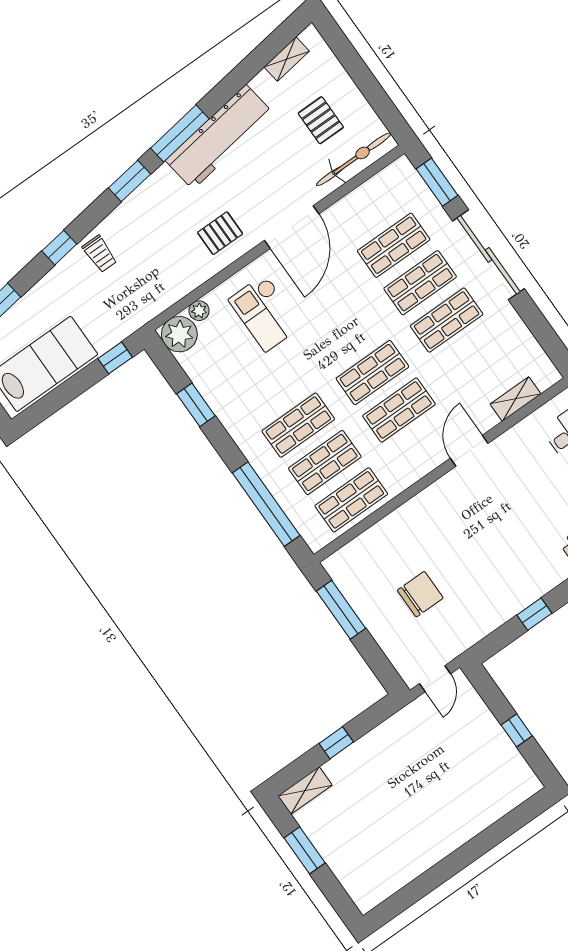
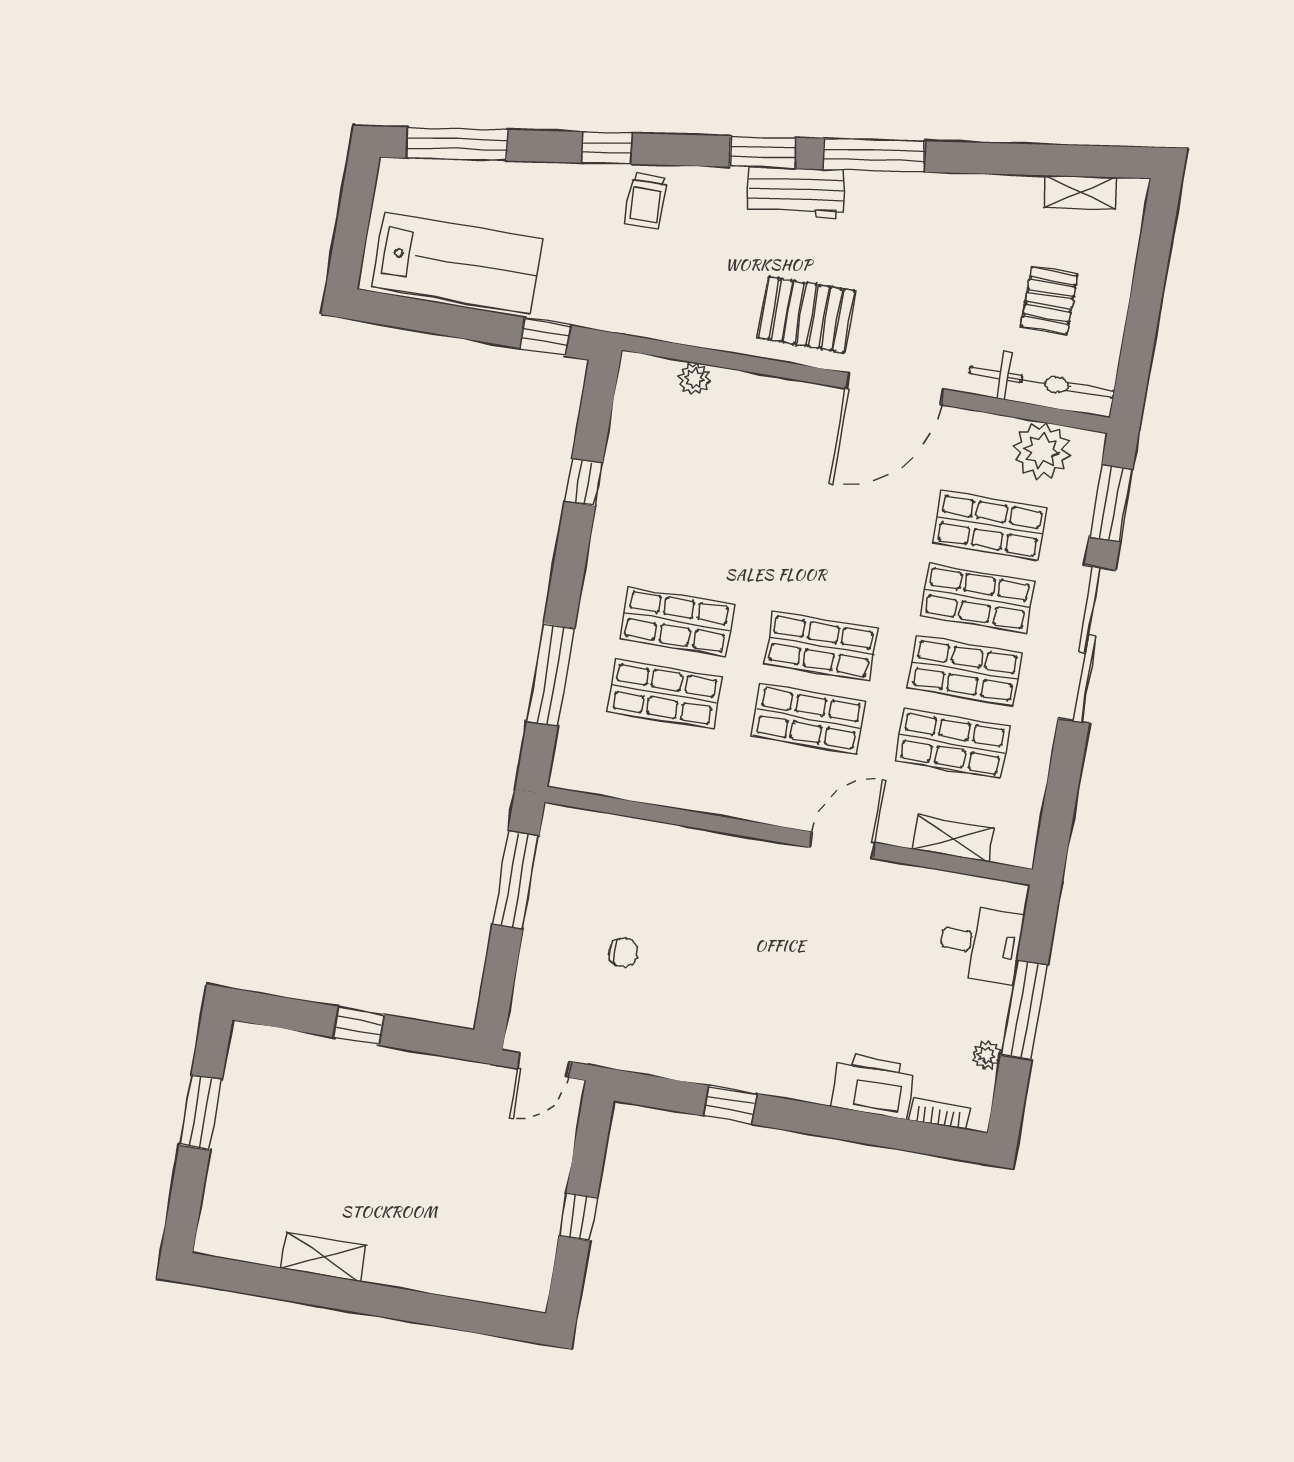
workbench: (219, 137) -> (796, 193), moved, width x0.53, depth x0.76
pallet: (220, 233) -> (806, 314), width x1.50, depth x1.42
checkout: (265, 313) -> (767, 456), removed
plant: (179, 334) -> (1042, 451), moved
window: (196, 405) -> (584, 482), width x0.67
shop shelf: (351, 500) -> (953, 743), moved
window: (266, 504) -> (551, 675), width x0.68
chair: (420, 594) -> (623, 952), width x0.54, depth x0.54
shelving: (305, 791) -> (323, 1257), moved

